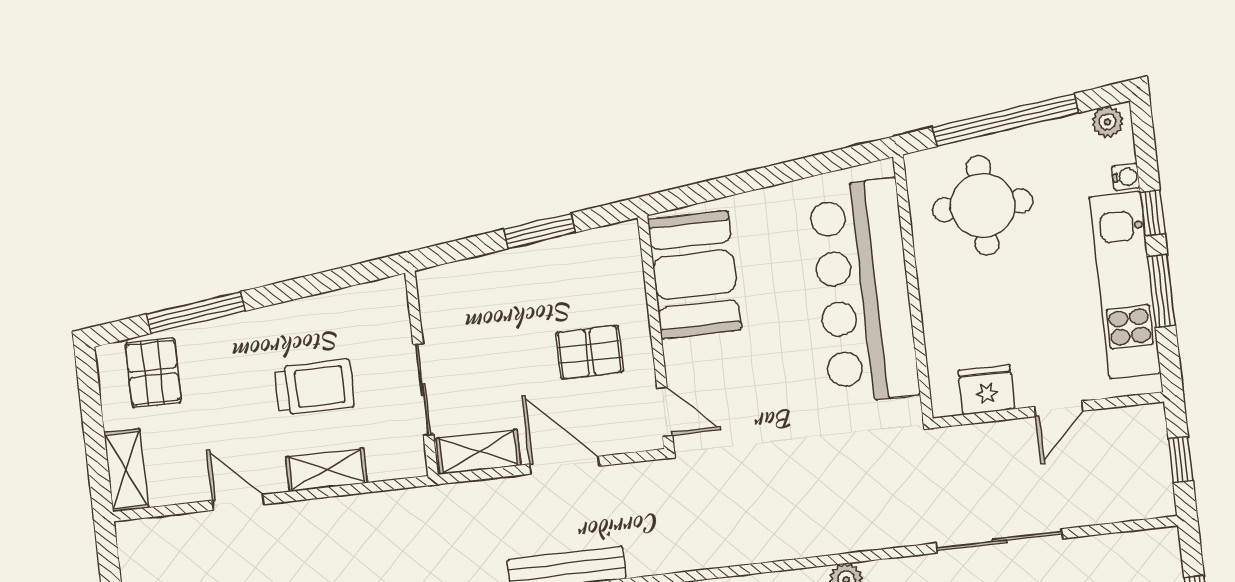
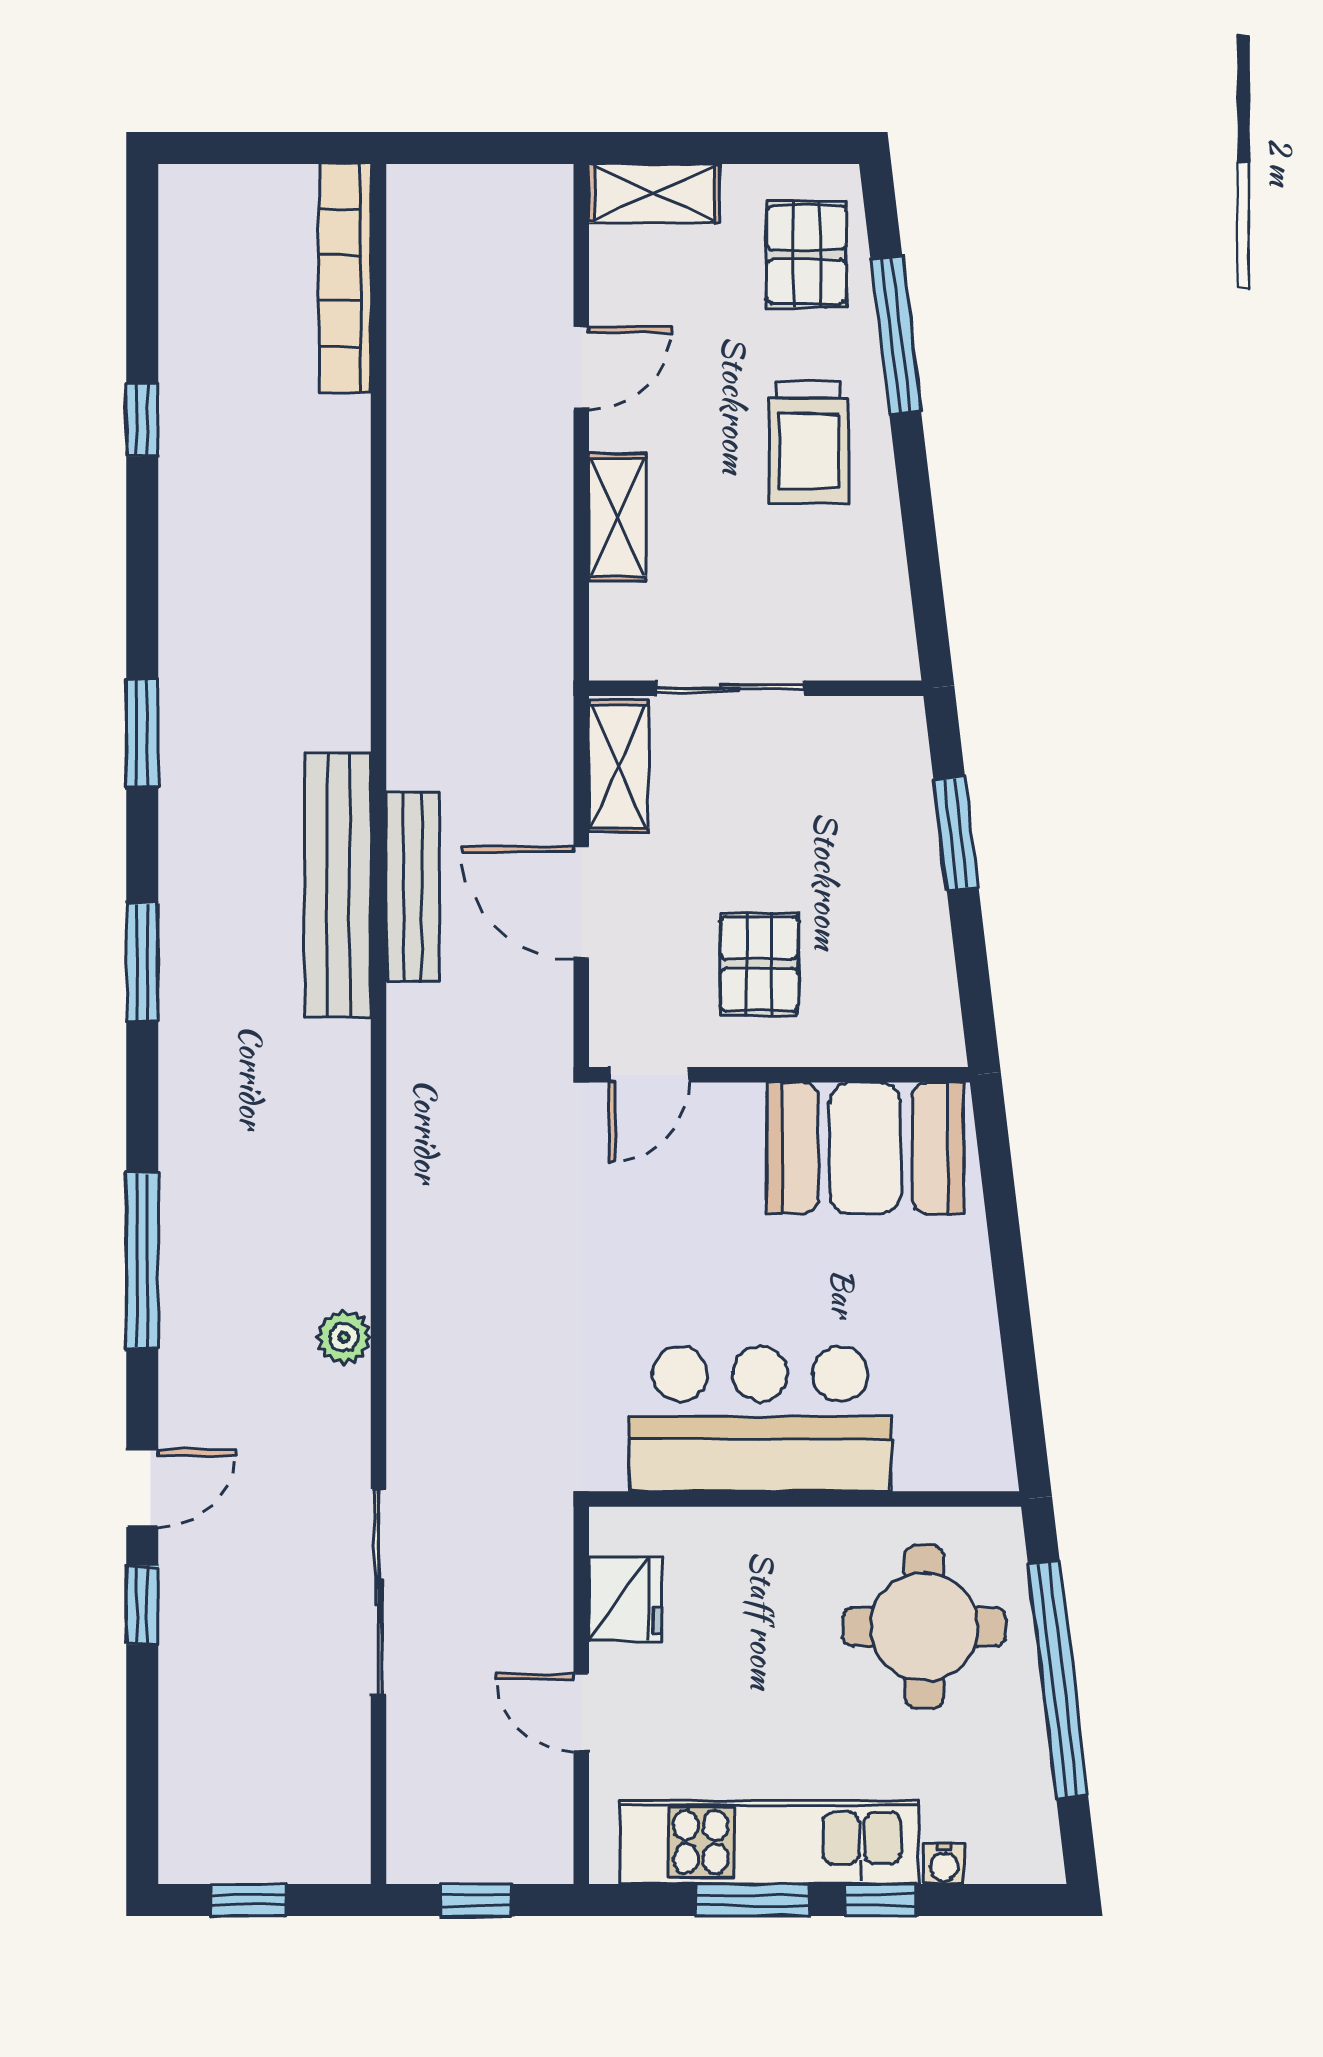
plant: (1107, 122) -> (1036, 1844), removed
window: (540, 231) -> (956, 833), moved
bar counter: (864, 291) -> (760, 1419), width x0.73
pallet: (153, 373) -> (807, 255), turned 90
trolley: (315, 387) -> (809, 442), moved
door: (564, 465) -> (581, 903), swing flipped

